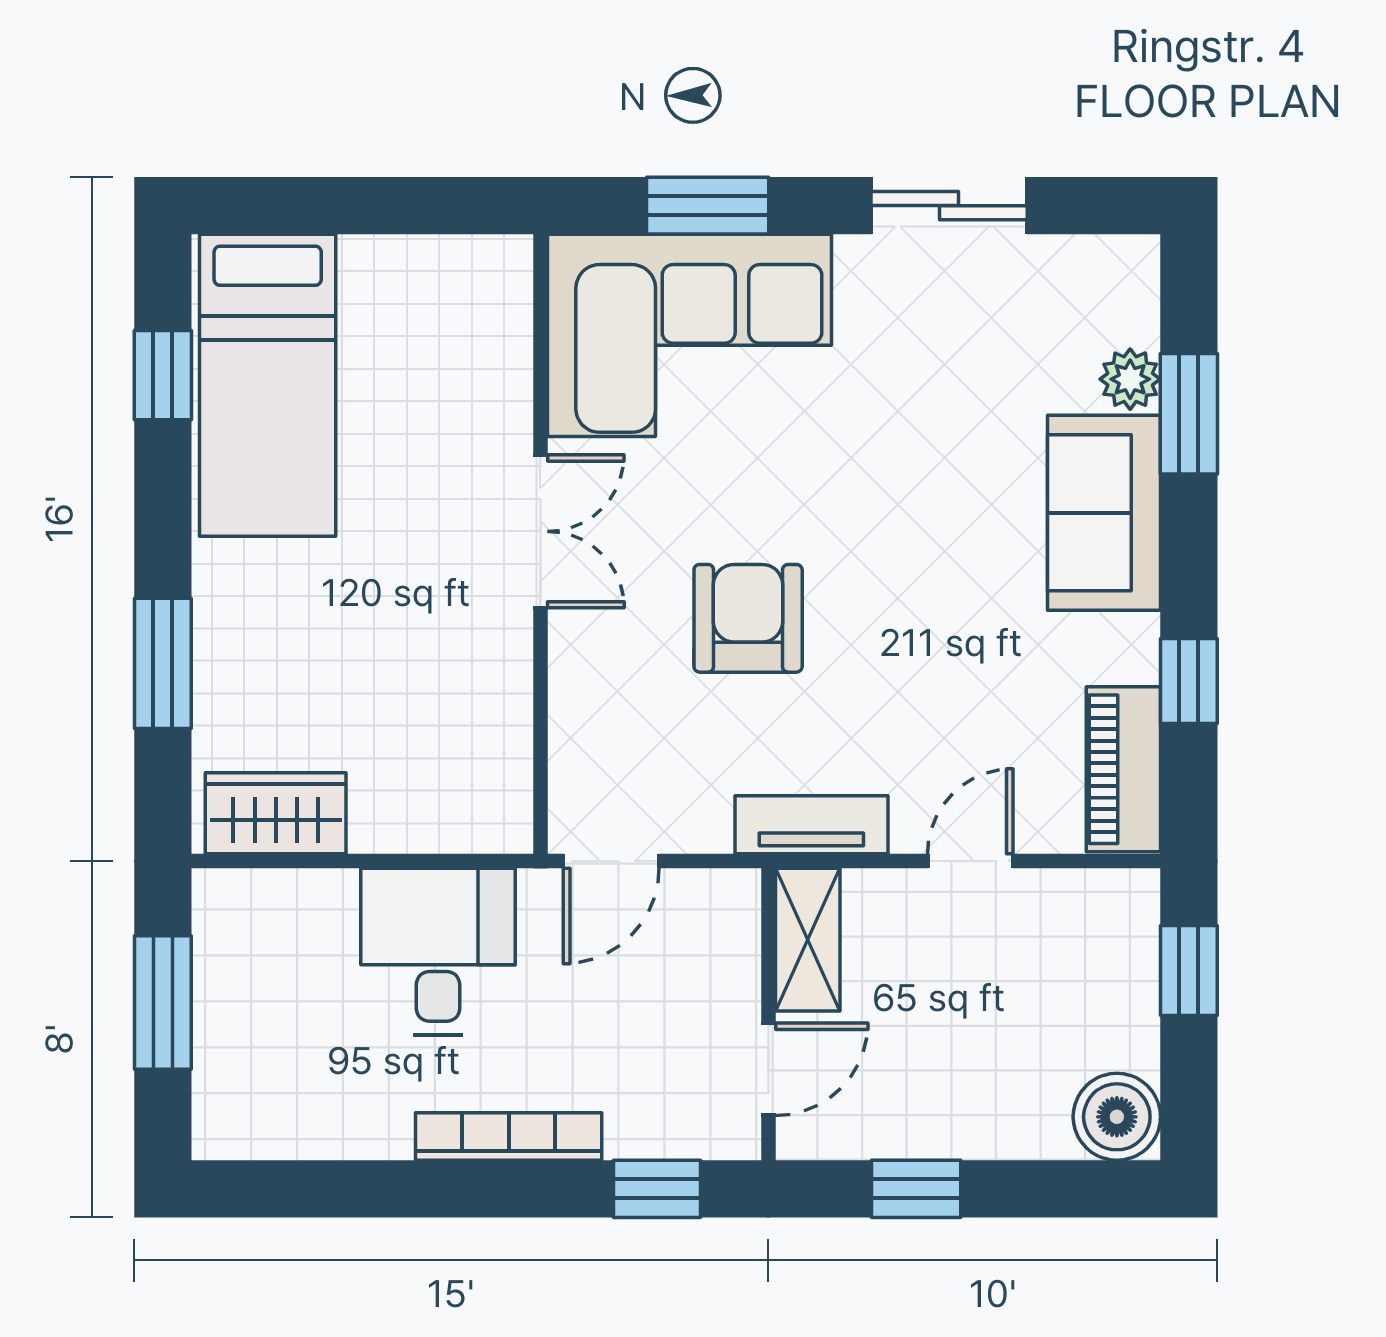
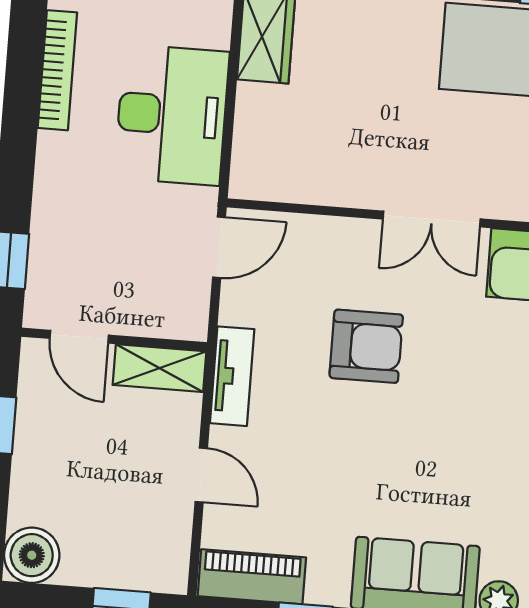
door: (611, 861) -> (219, 247), swing flipped
desk: (438, 951) -> (172, 115), width x1.37
bookcase: (509, 1137) -> (57, 70), moved

